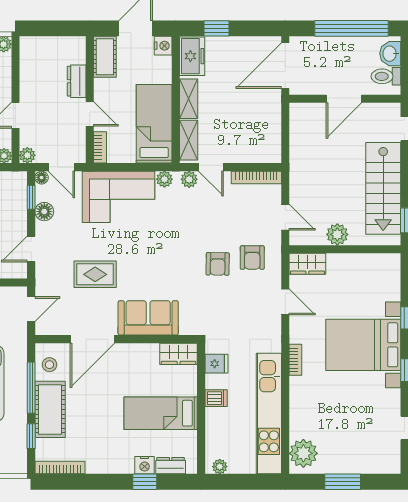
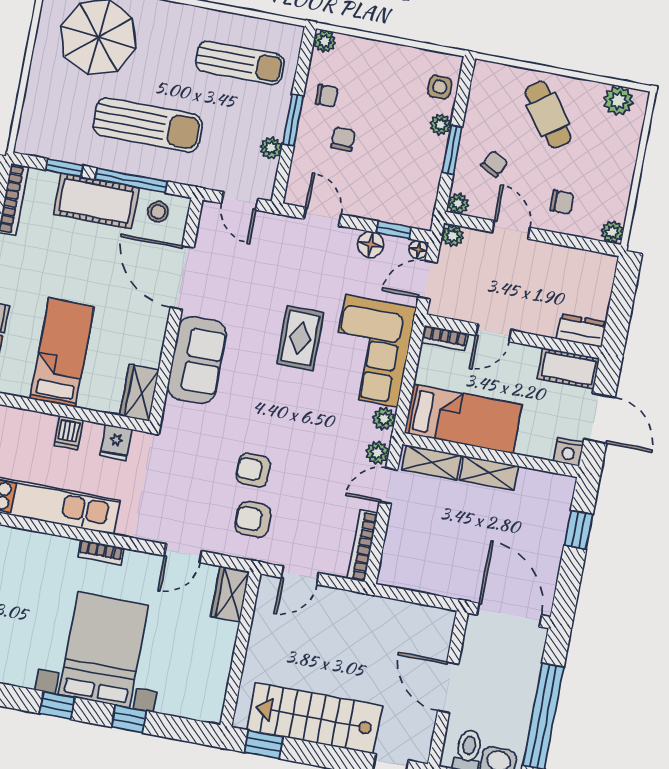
freezer: (192, 56) -> (546, 489), removed
dresser: (77, 81) -> (581, 331), moved
plant: (337, 234) -> (263, 643), removed
rug: (95, 274) -> (300, 338), moved

